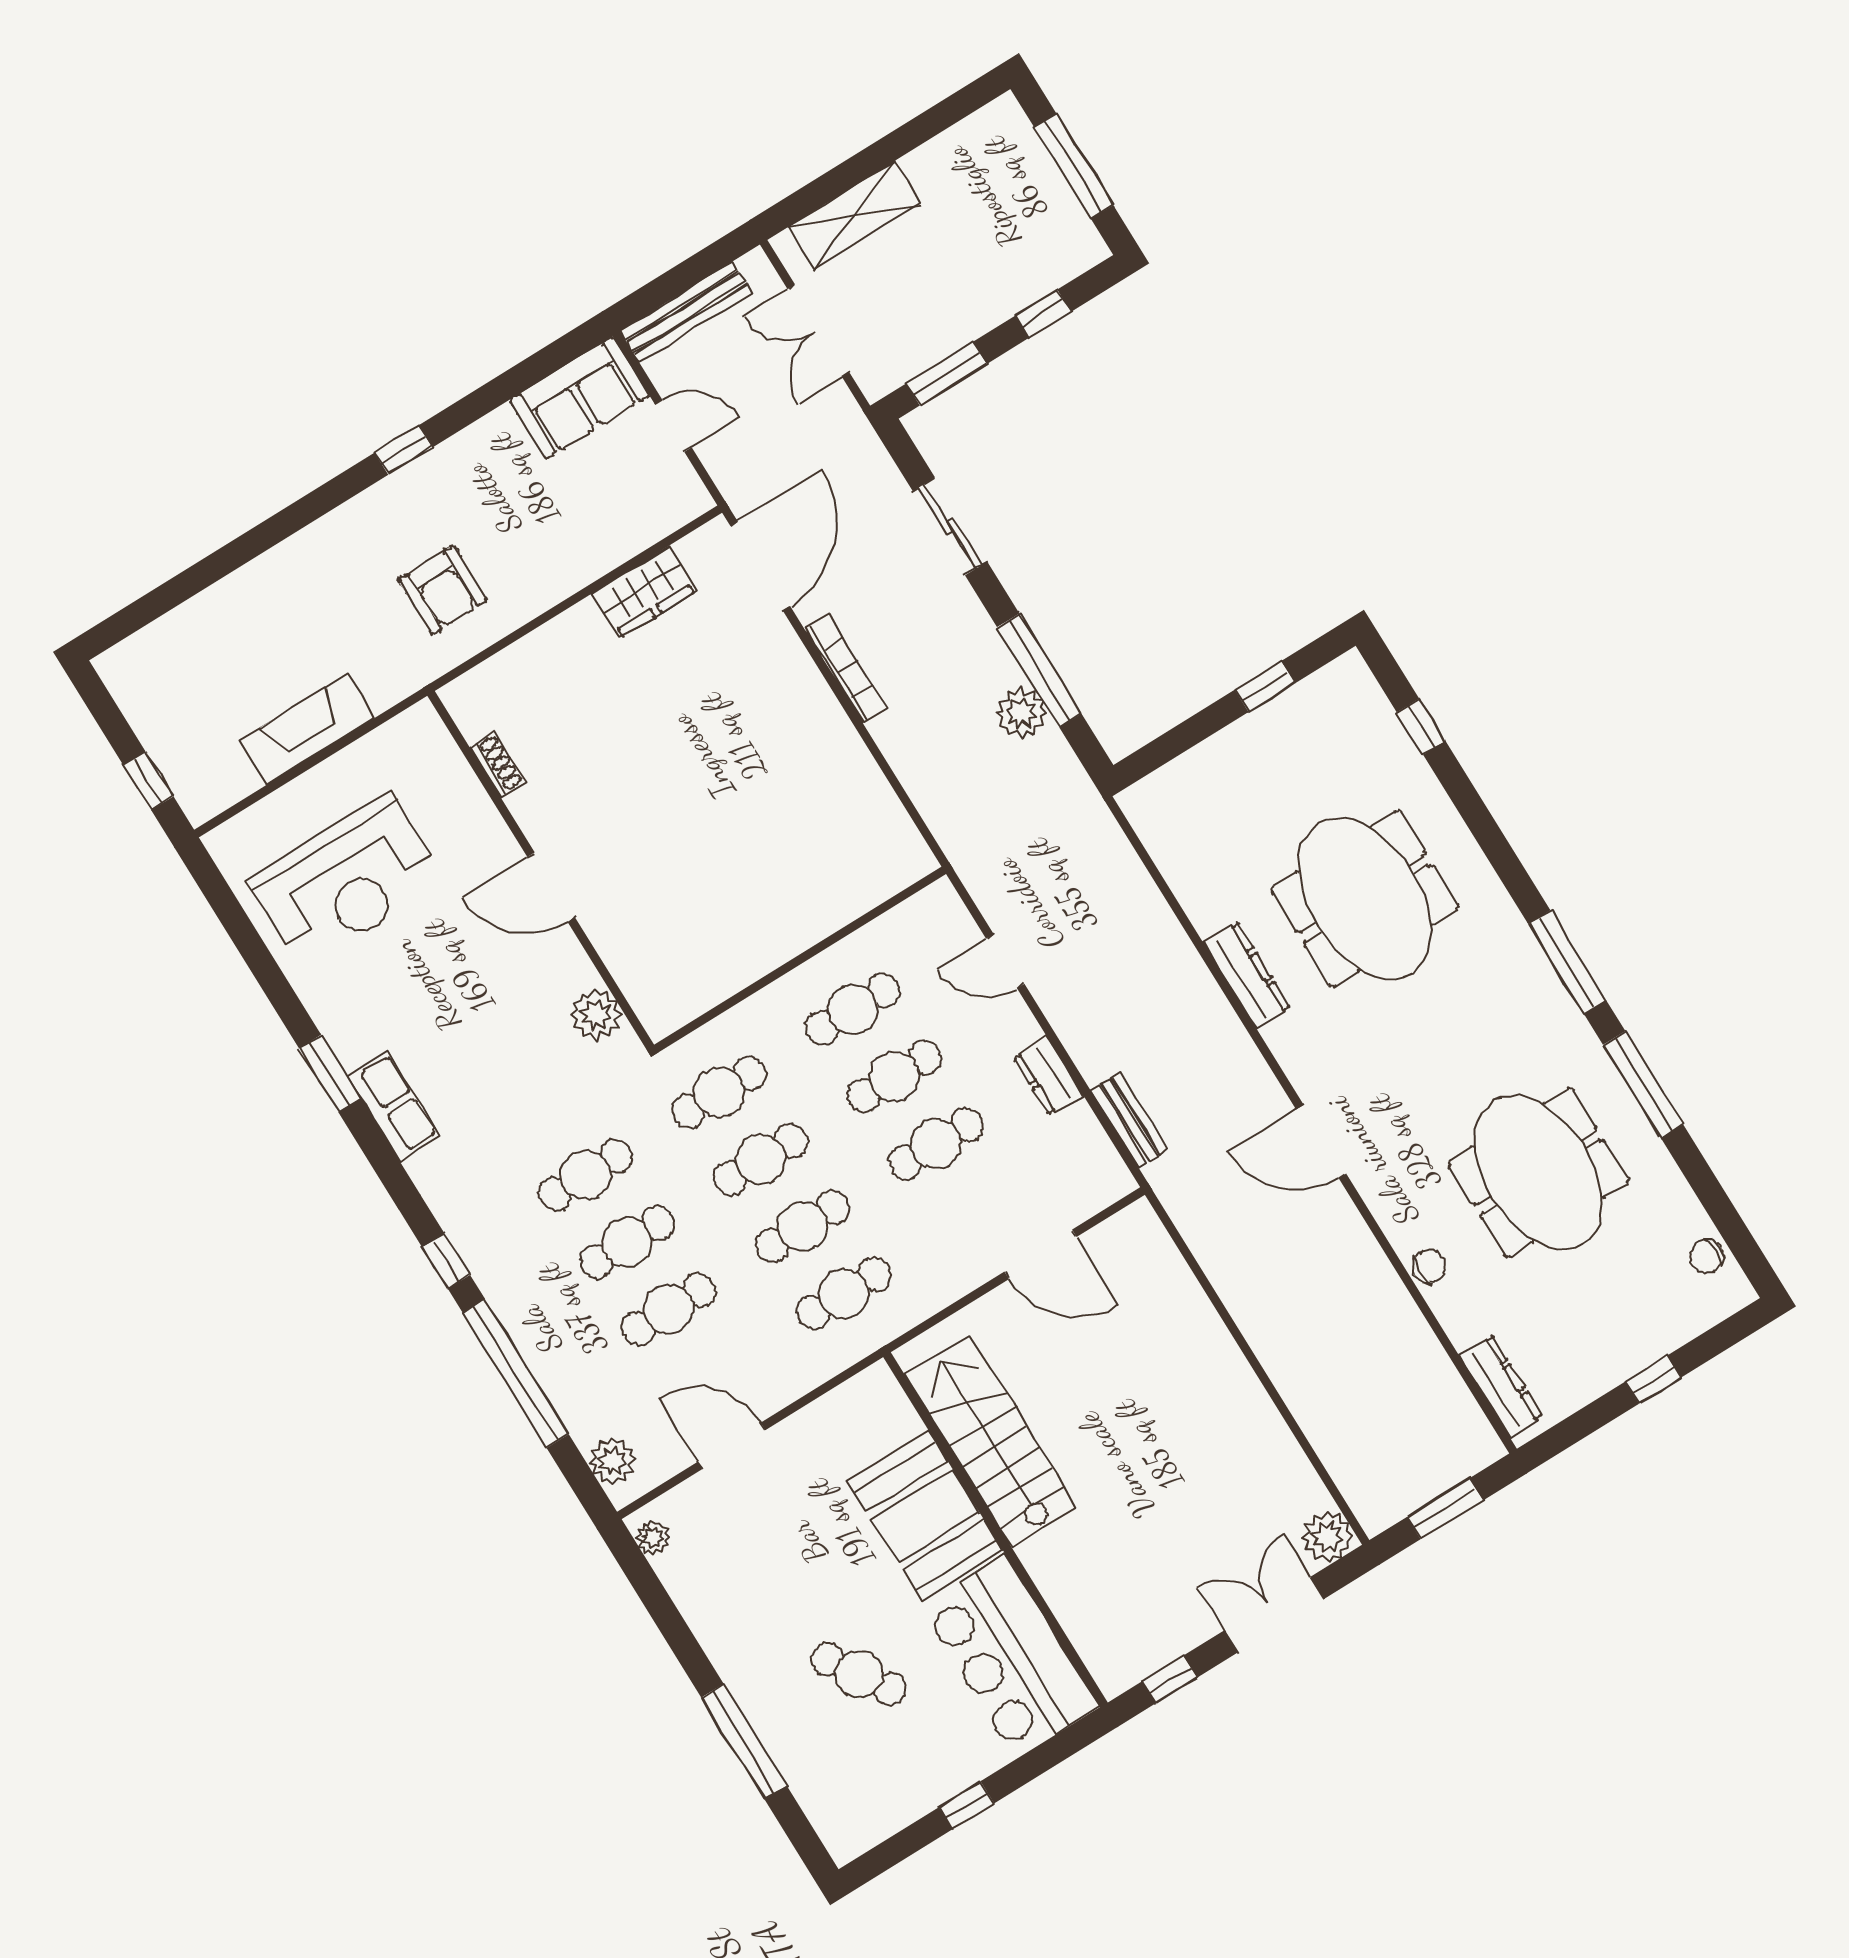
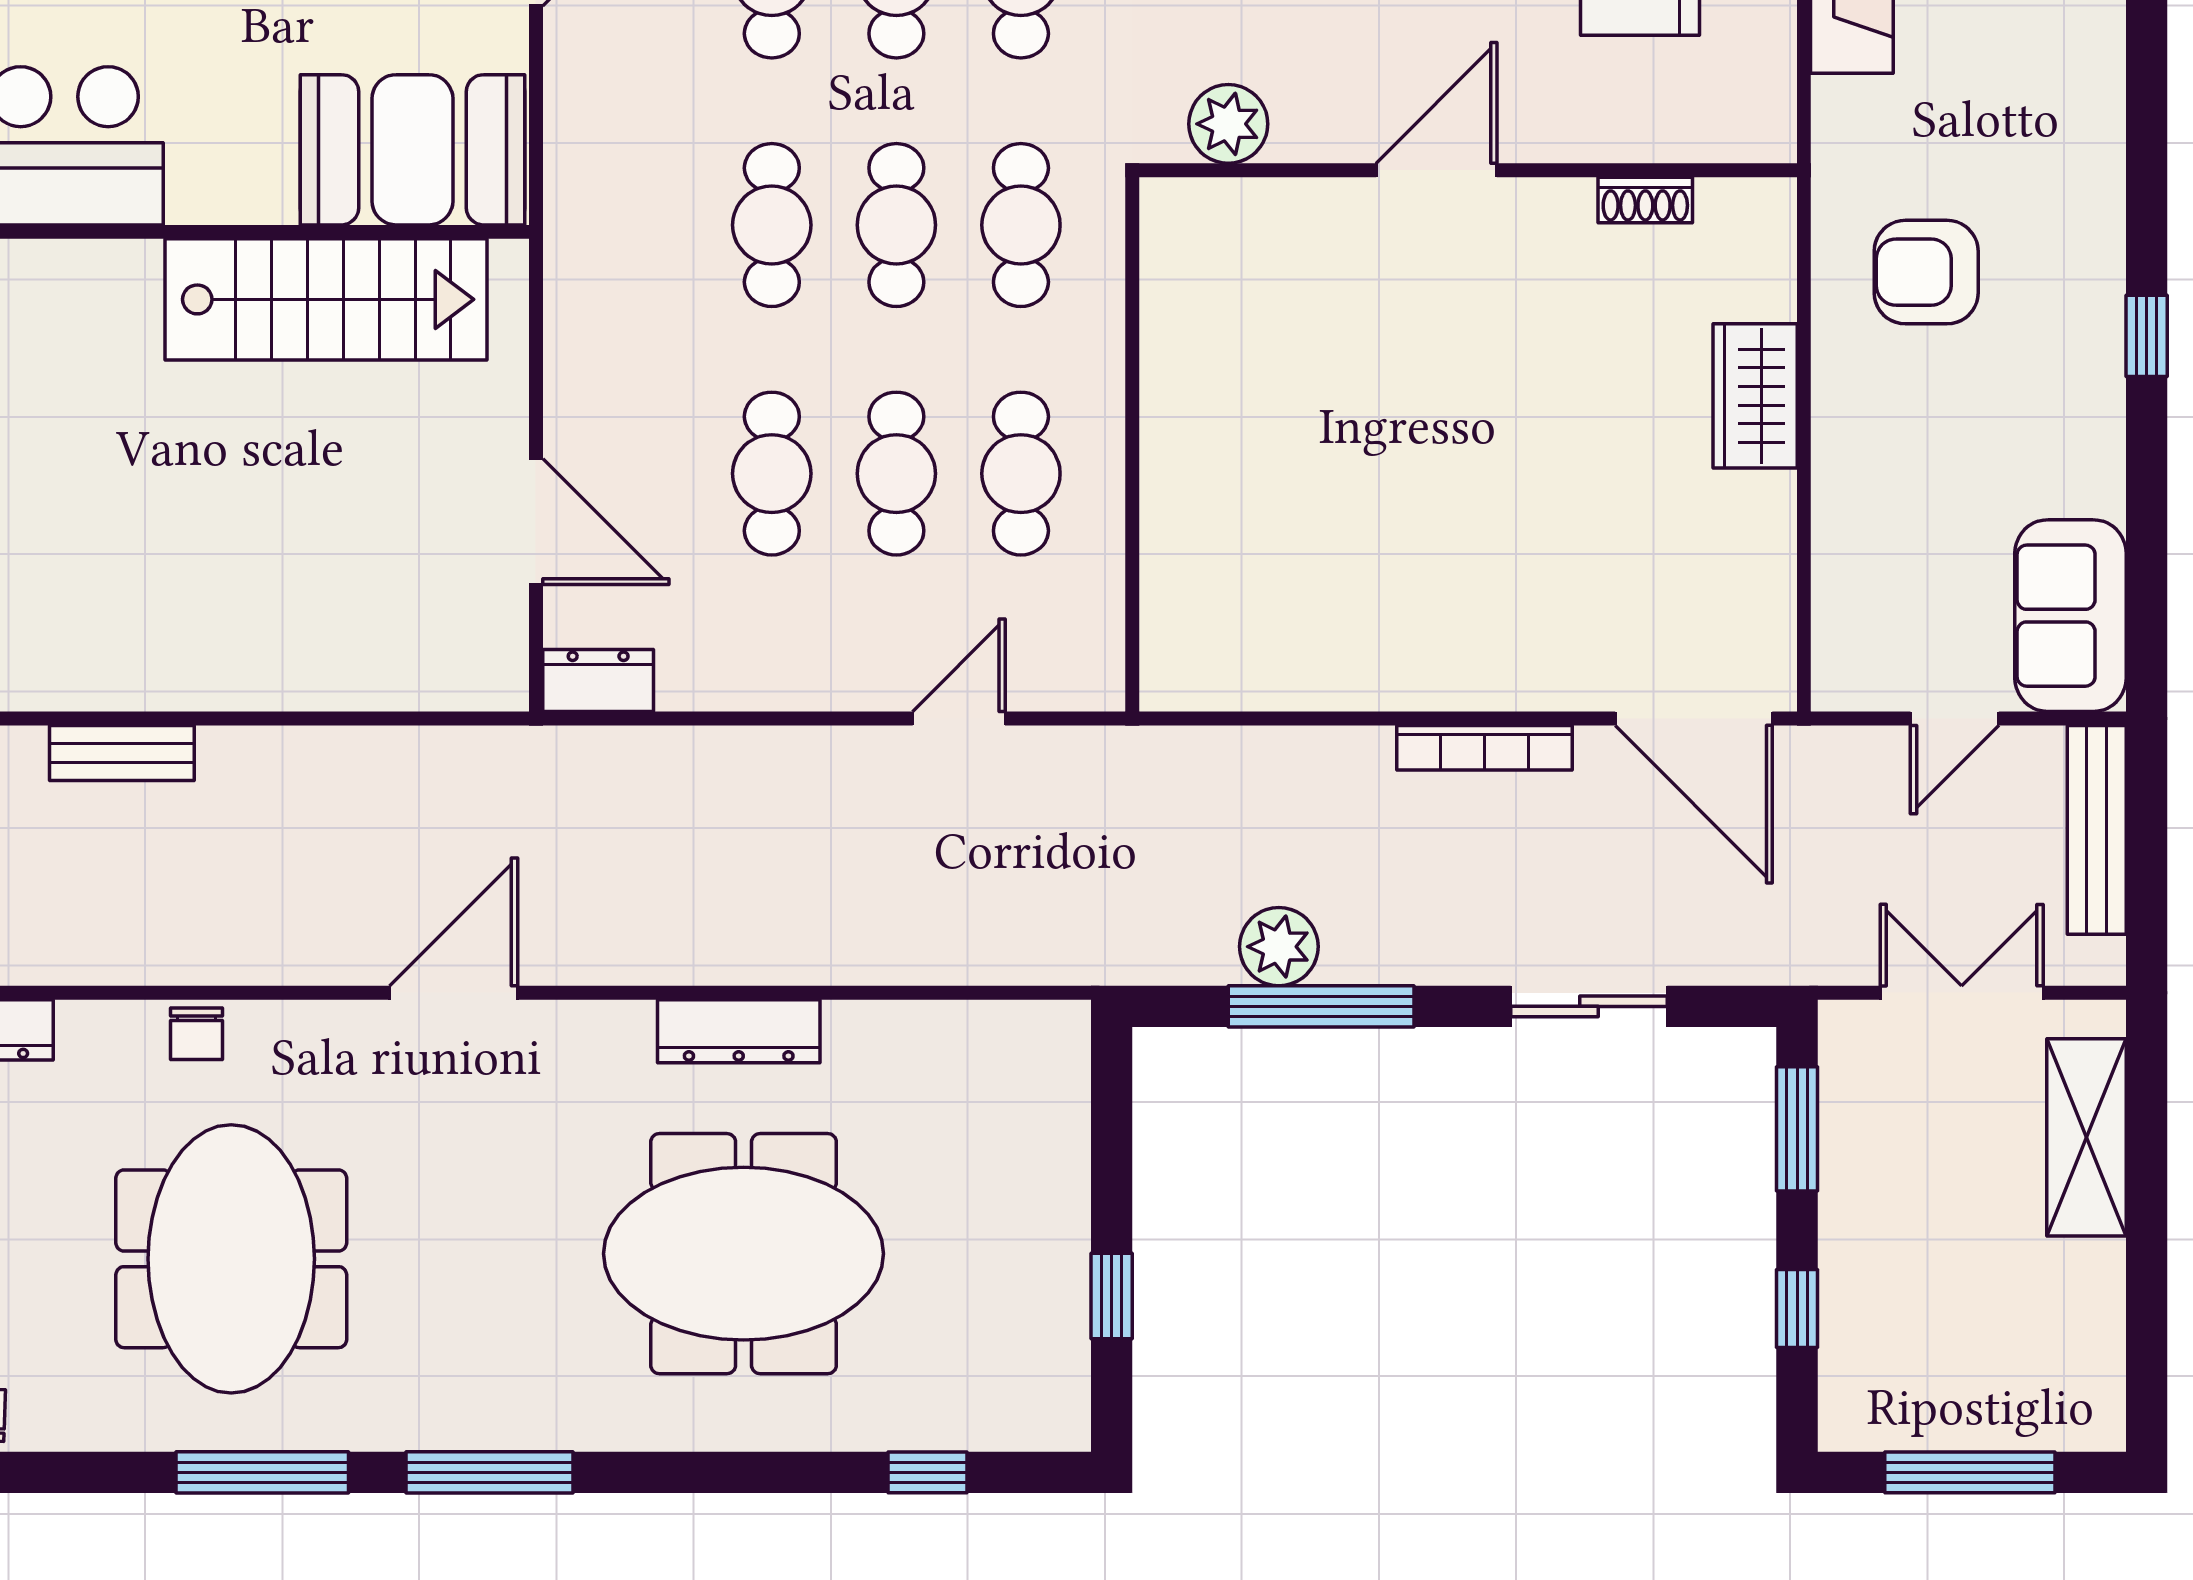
wardrobe: (644, 592) -> (1755, 396), moved
dresser: (1048, 1076) -> (598, 681), moved
bench: (1130, 1120) -> (122, 753), moved
meeting table: (1539, 1172) -> (231, 1259), turned 90
door: (1040, 1254) -> (536, 522), swing flipped
cafe table: (844, 1293) -> (647, 225), removed
booth: (926, 1516) -> (412, 150), moved

